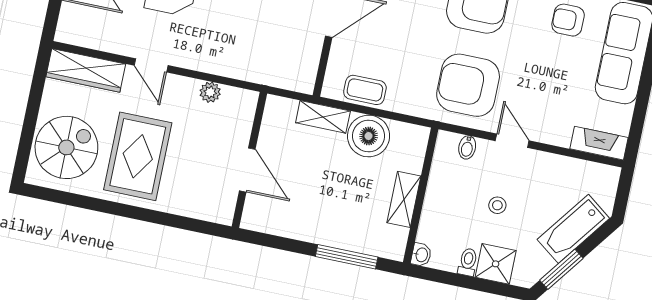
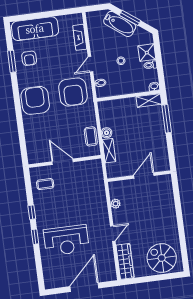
boiler: (369, 136) -> (107, 133), width x0.54, depth x0.54
fireplace: (599, 143) -> (80, 37), moved
rug: (138, 156) -> (155, 225), removed
shelving: (404, 199) -> (149, 100), moved
window: (561, 269) -> (130, 18), moved

